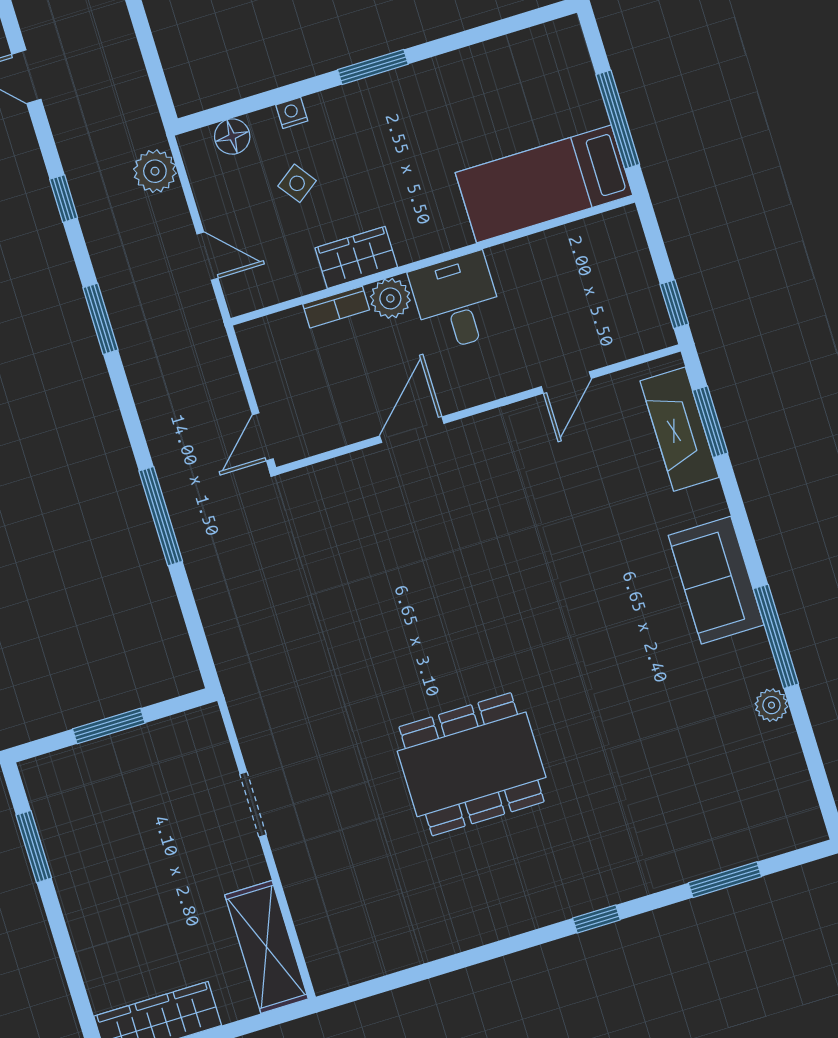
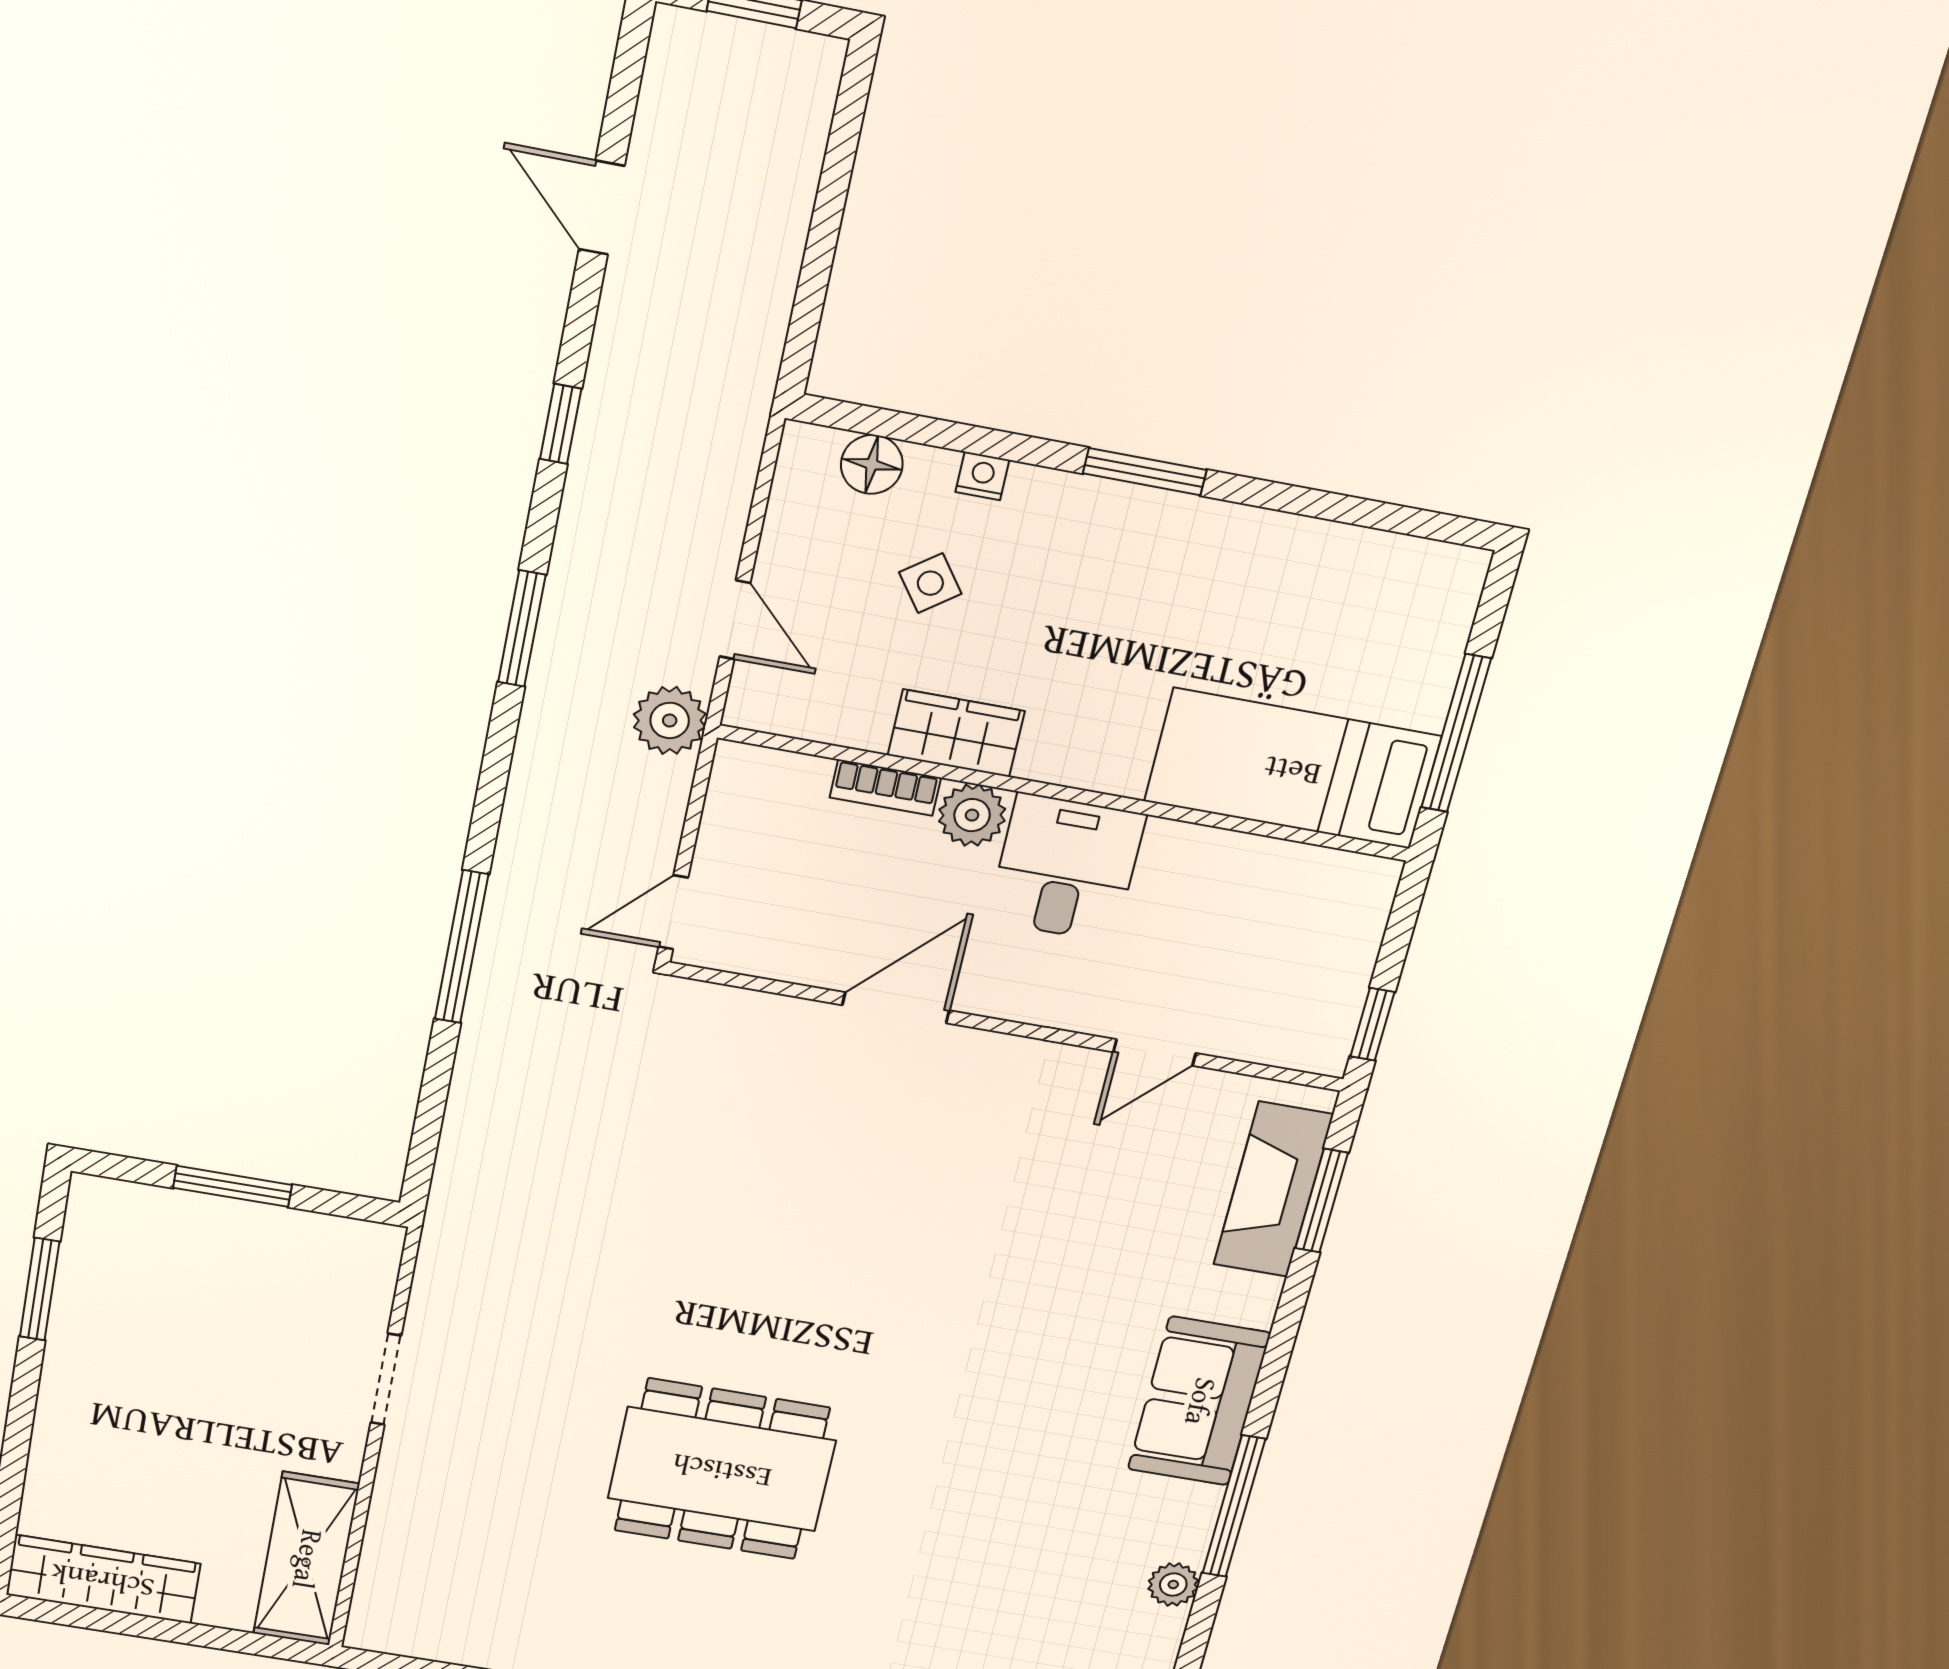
plant: (155, 171) -> (670, 720), moved

